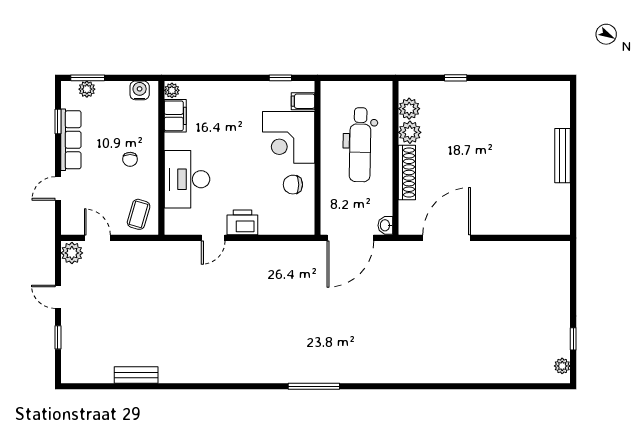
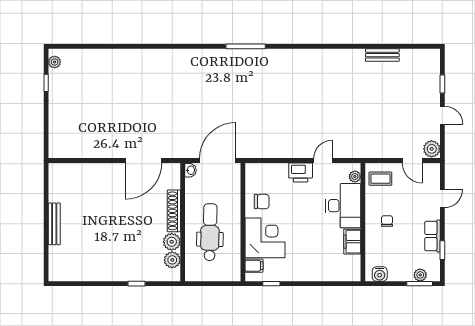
plant: (172, 90) -> (355, 177), moved
filing cabinet: (175, 116) -> (352, 242), moved
row of seats: (71, 140) -> (432, 236), width x0.68
coffee table: (139, 214) -> (380, 179), turned 74

